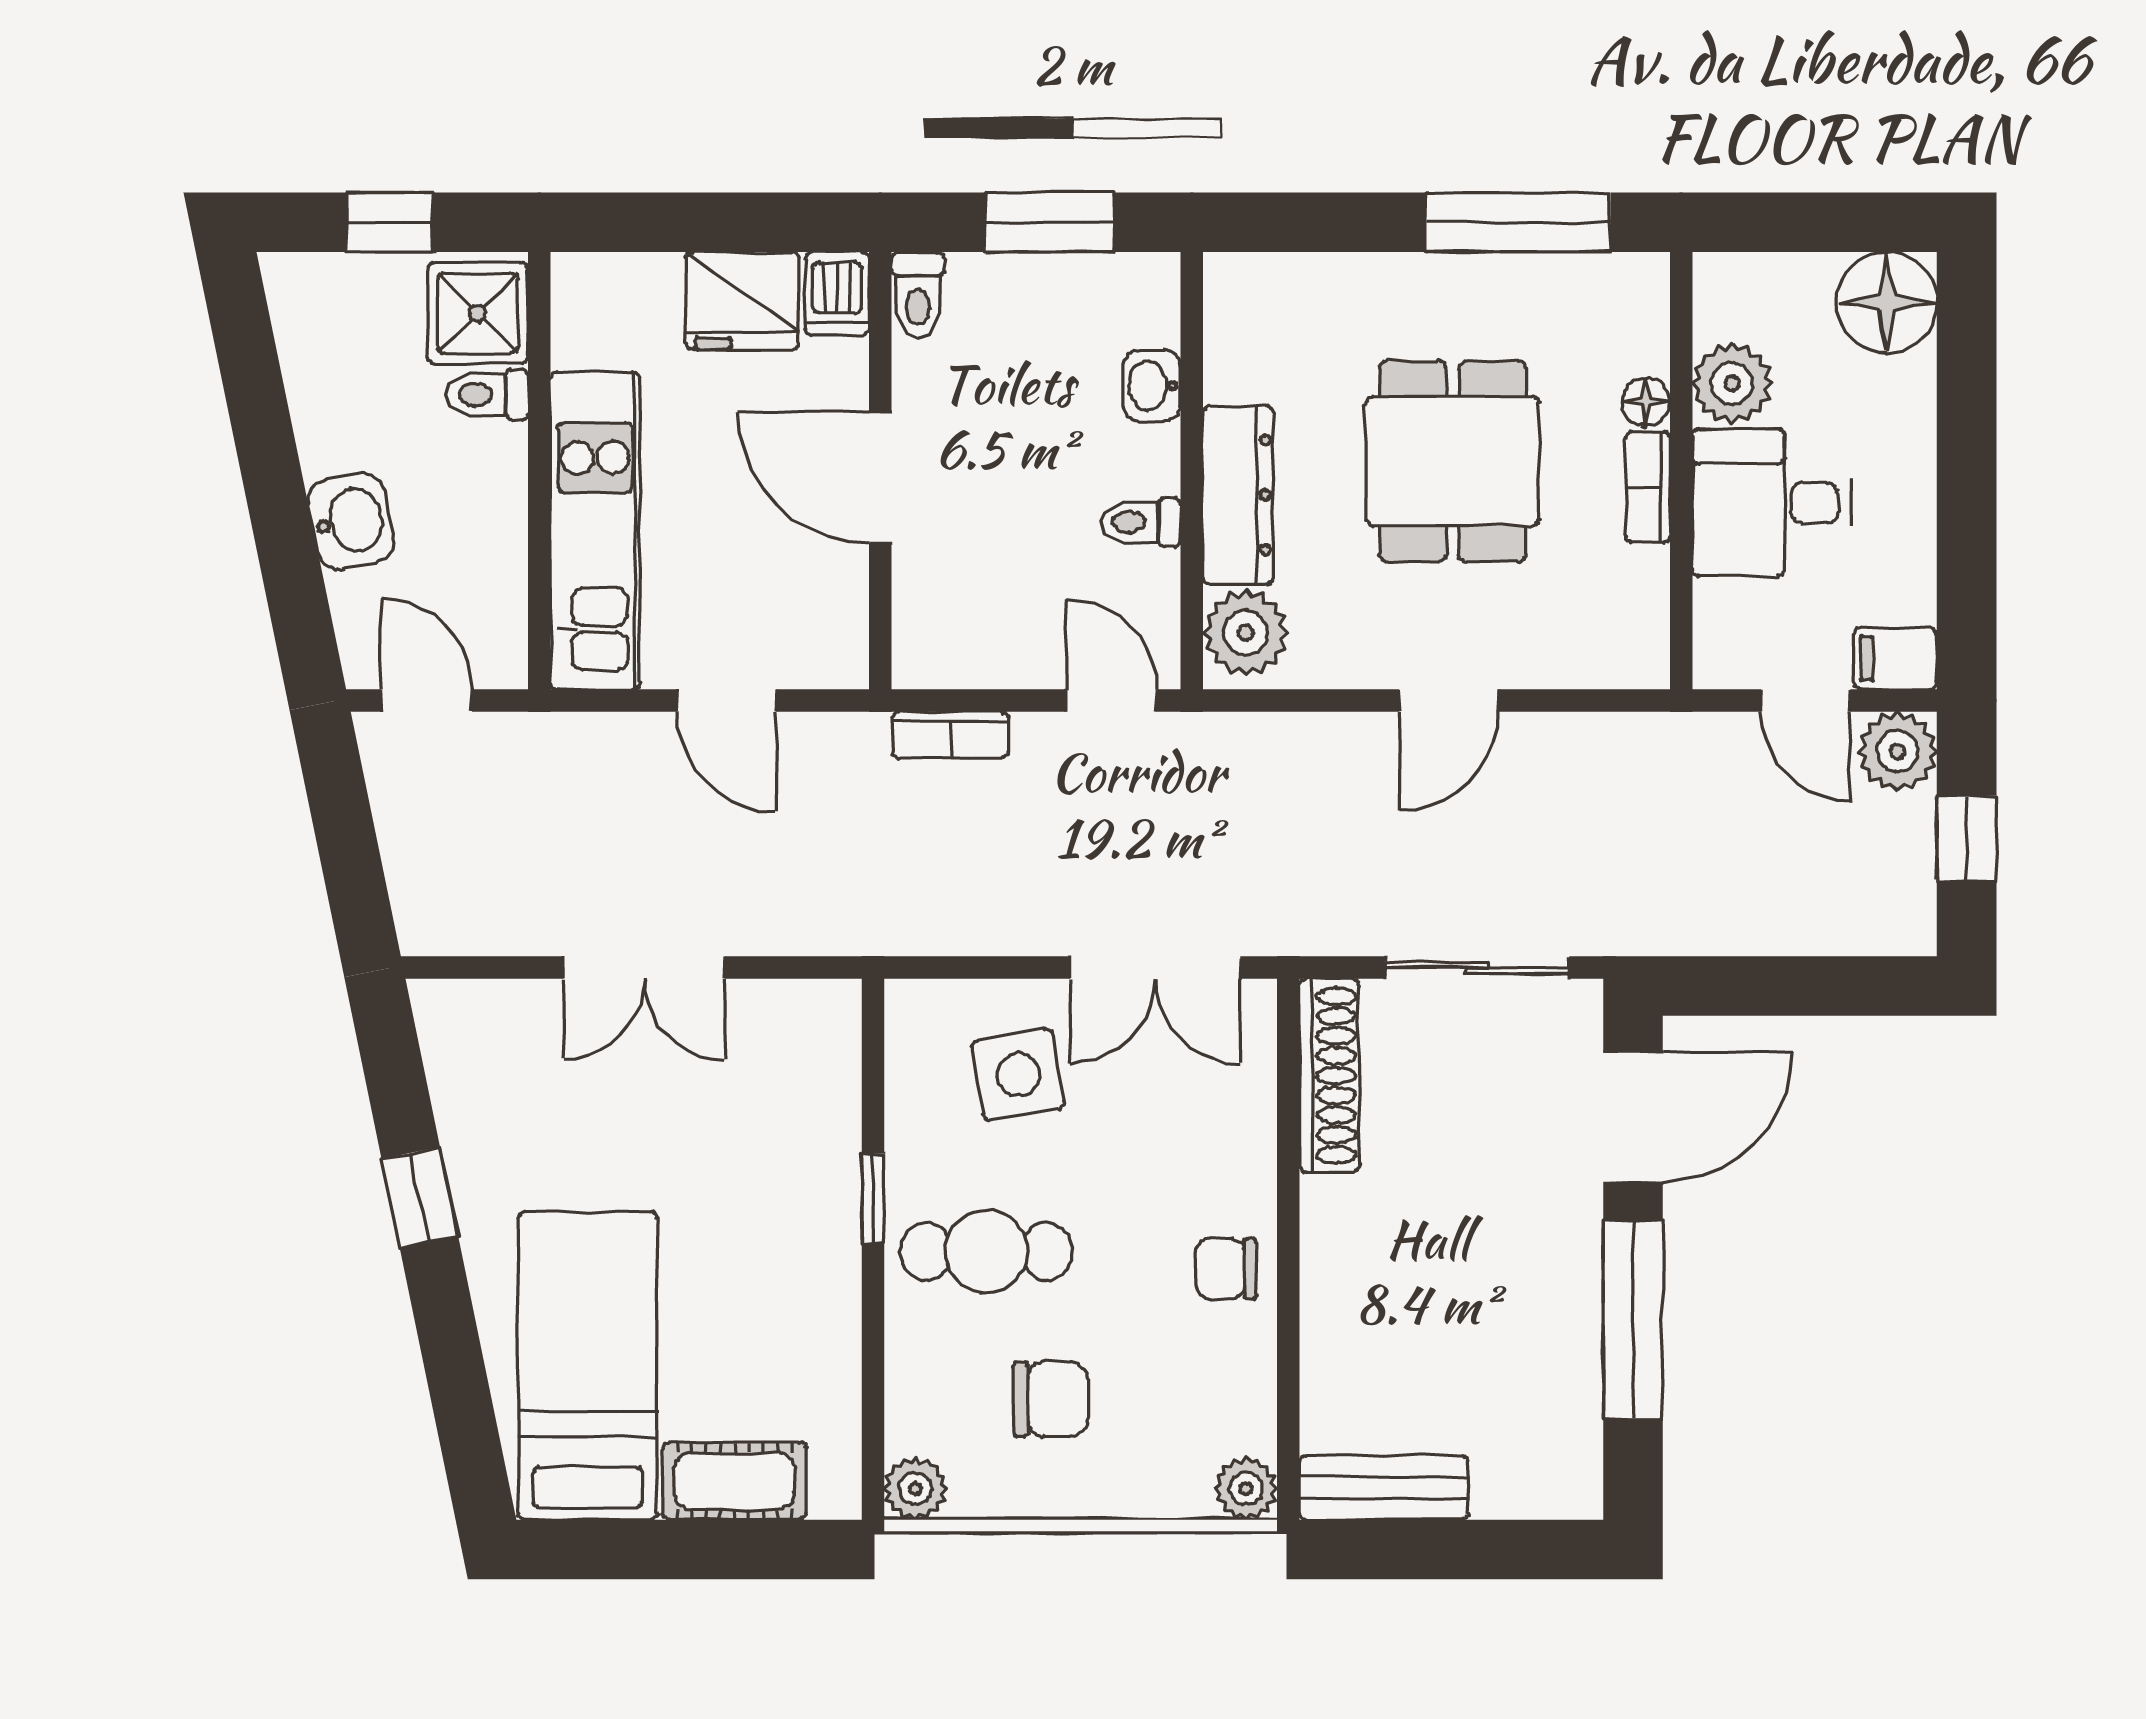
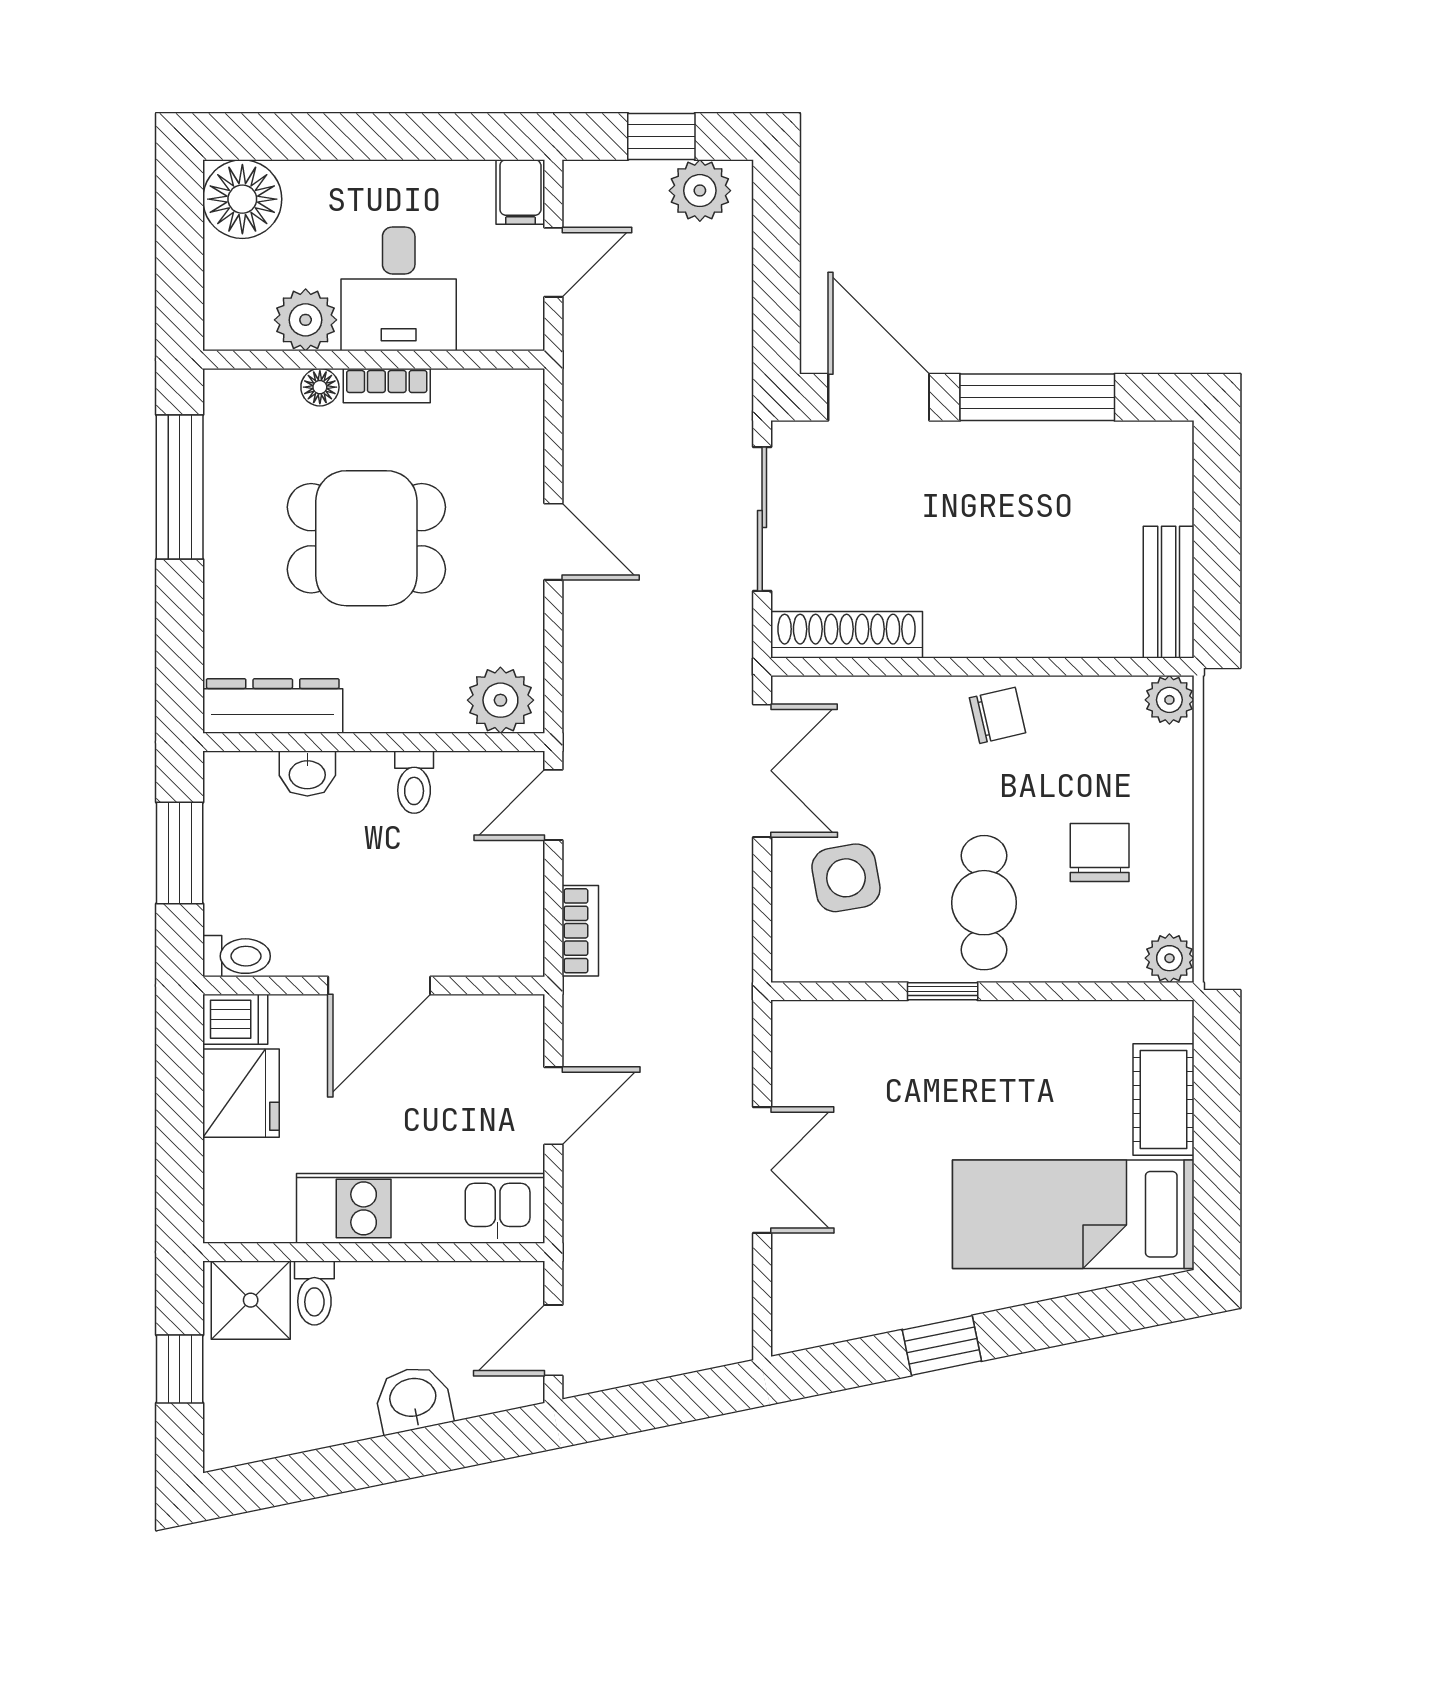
dresser: (1238, 495) -> (273, 706), moved
plant: (1898, 751) -> (700, 191), moved
chair: (1226, 1269) -> (997, 715), turned -103

